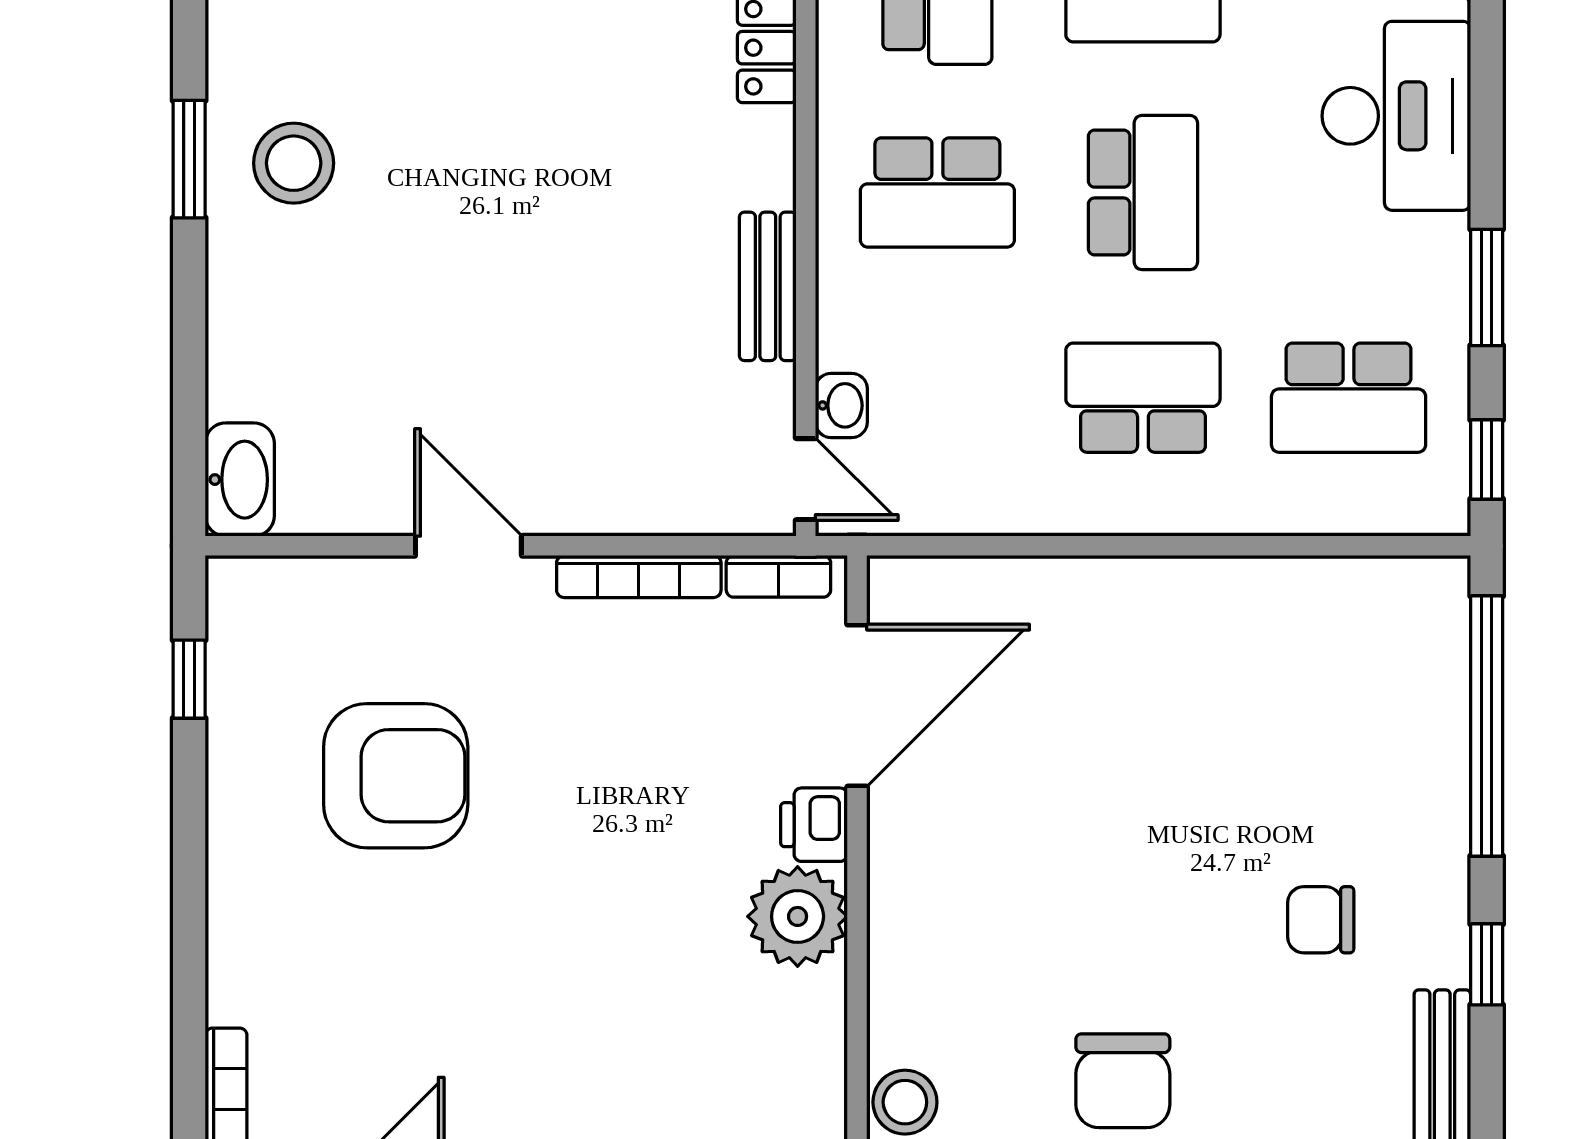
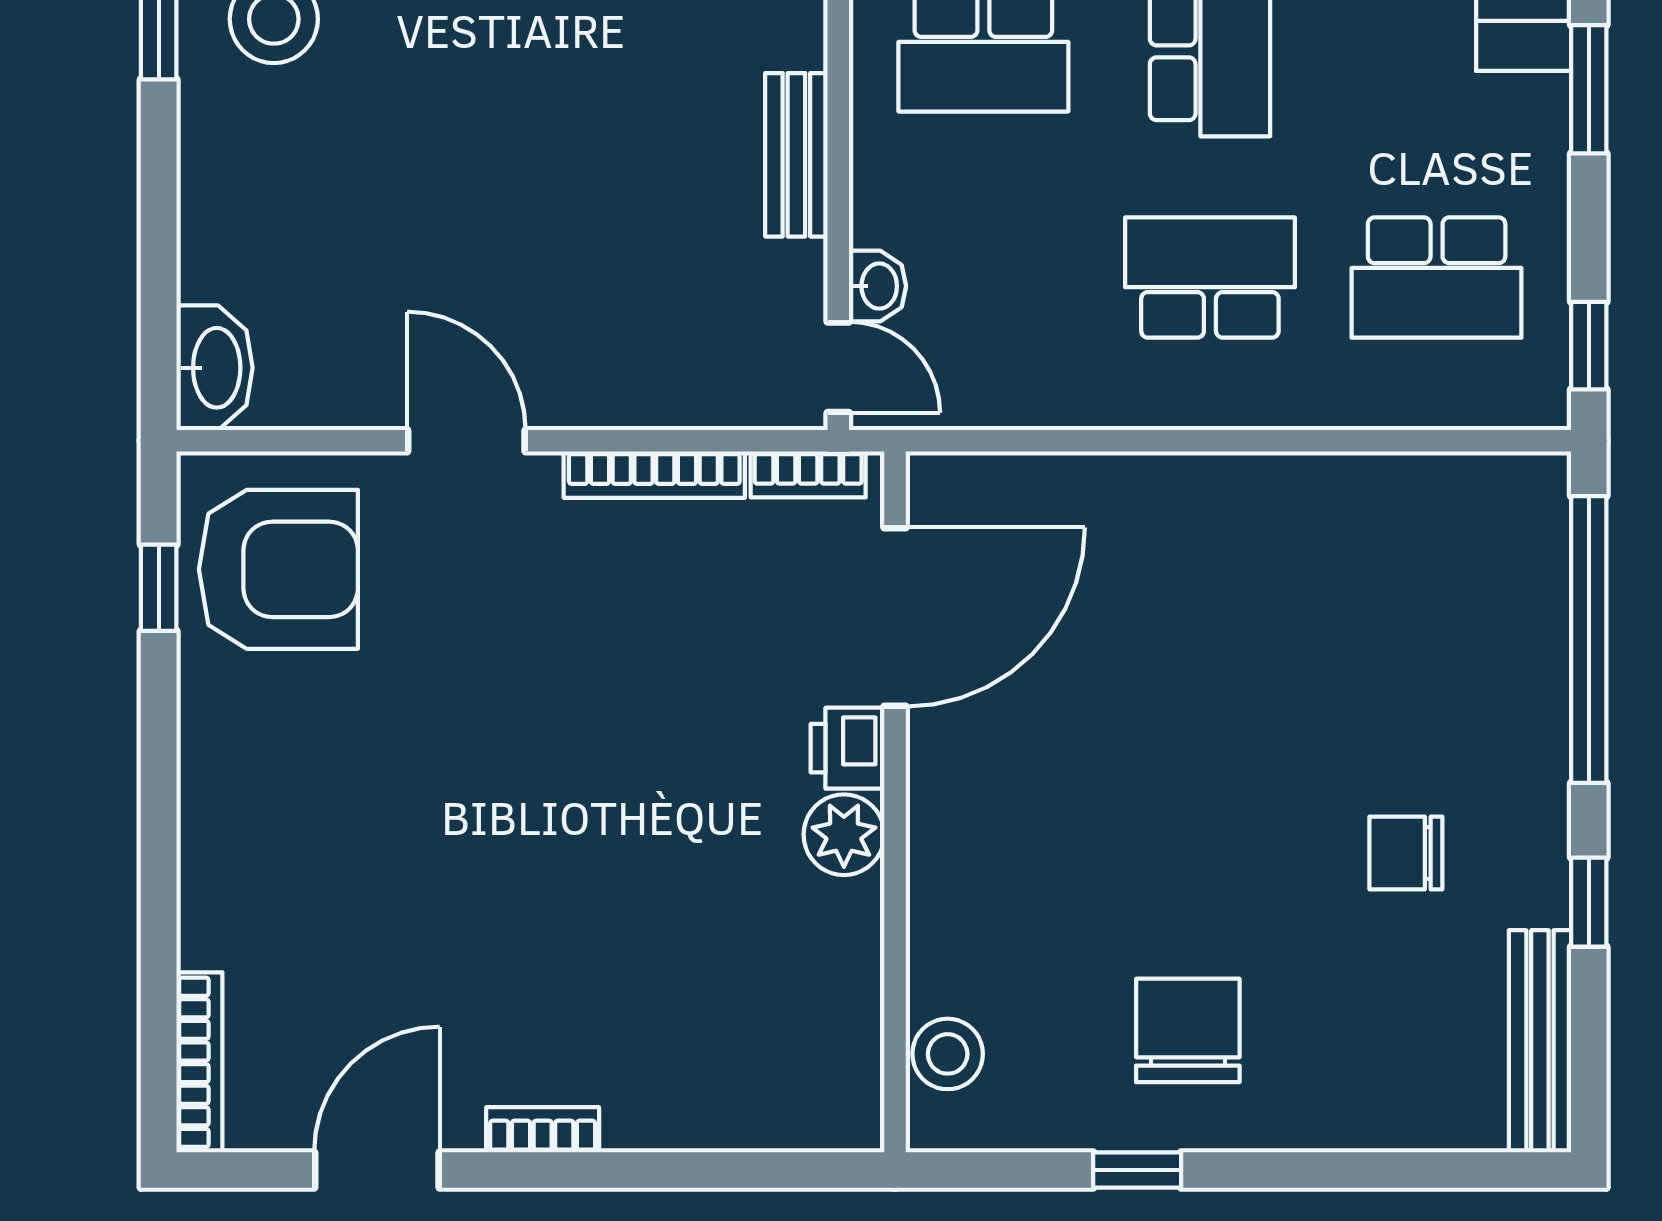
window: (1487, 287) -> (1589, 89), moved
armchair: (396, 776) -> (278, 569), moved
plant: (798, 916) -> (844, 835), width x0.73, depth x0.73
chair: (1123, 1081) -> (1188, 1030), turned 180

